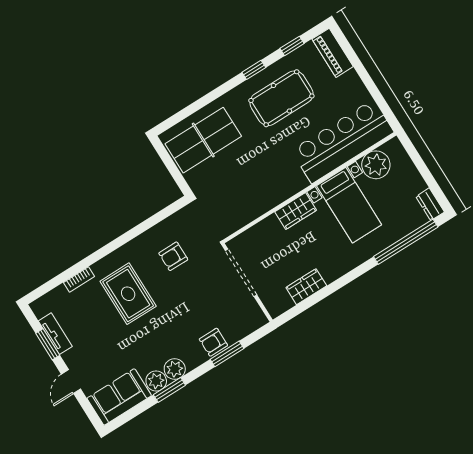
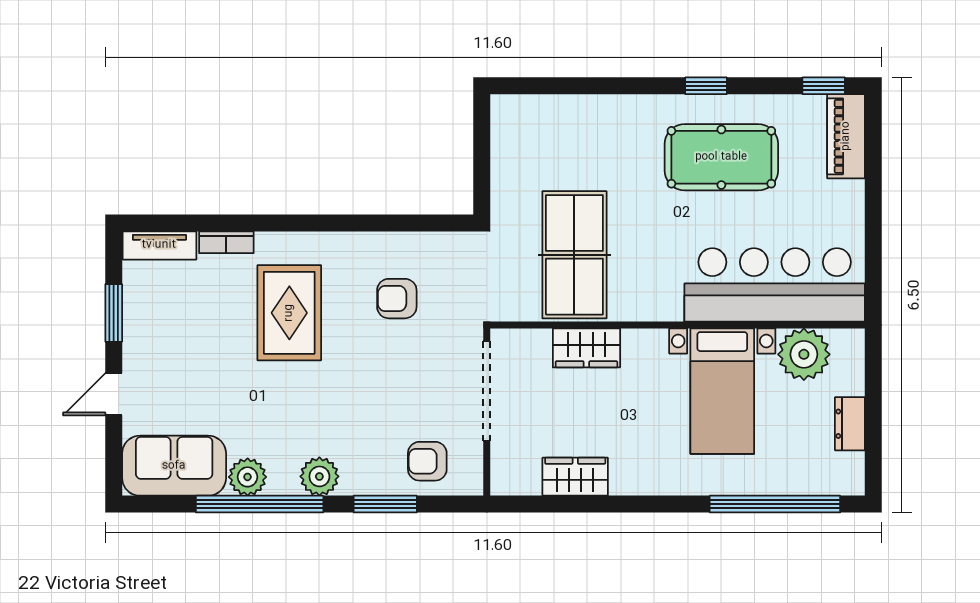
window: (292, 46) -> (824, 86), moved
table tennis table: (203, 140) -> (574, 255), moved, turned 90
dresser: (430, 204) -> (850, 424), moved
wardrobe: (296, 211) -> (586, 348), moved
tv unit: (55, 334) -> (159, 245), moved, turned 90
armchair: (213, 342) -> (427, 461), moved
plant: (175, 369) -> (319, 476), moved
window: (169, 390) -> (260, 504), width x2.11

